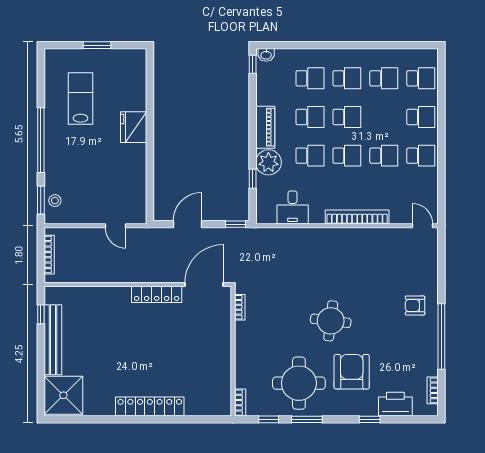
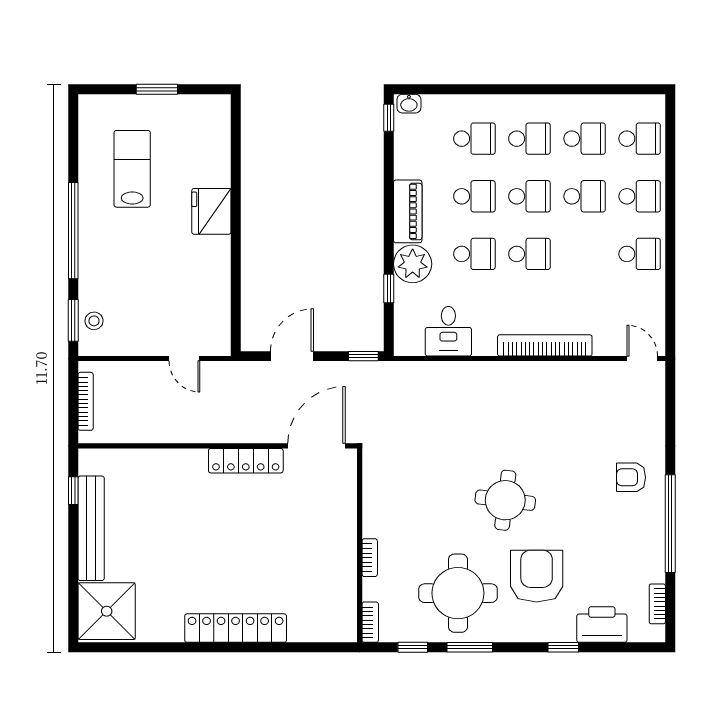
school desk: (384, 156) -> (585, 196), moved
bookcase: (240, 307) -> (370, 558), moved

